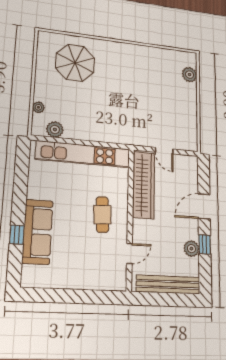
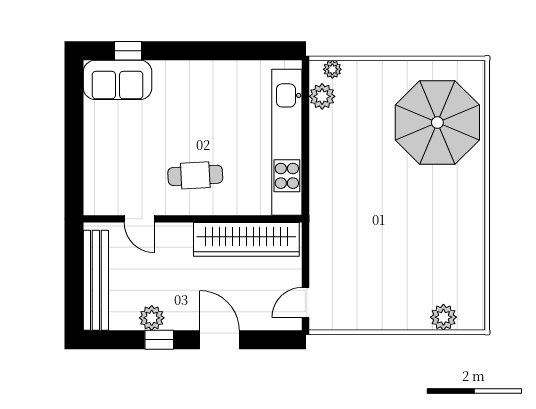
parasol: (75, 63) -> (437, 123), width x1.36, depth x1.36
plant: (38, 107) -> (332, 69), moved
door: (164, 151) -> (305, 303), moved
sofa: (38, 232) -> (118, 80), moved, width x0.73
window: (17, 235) -> (128, 51), moved

